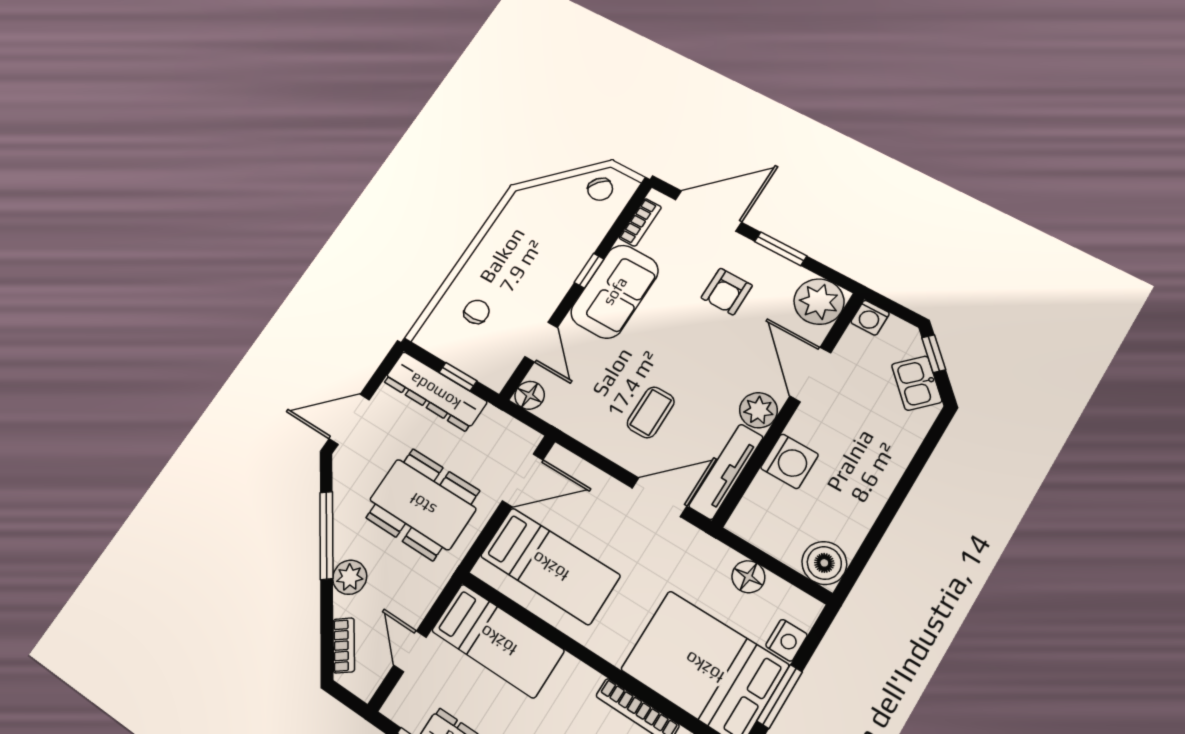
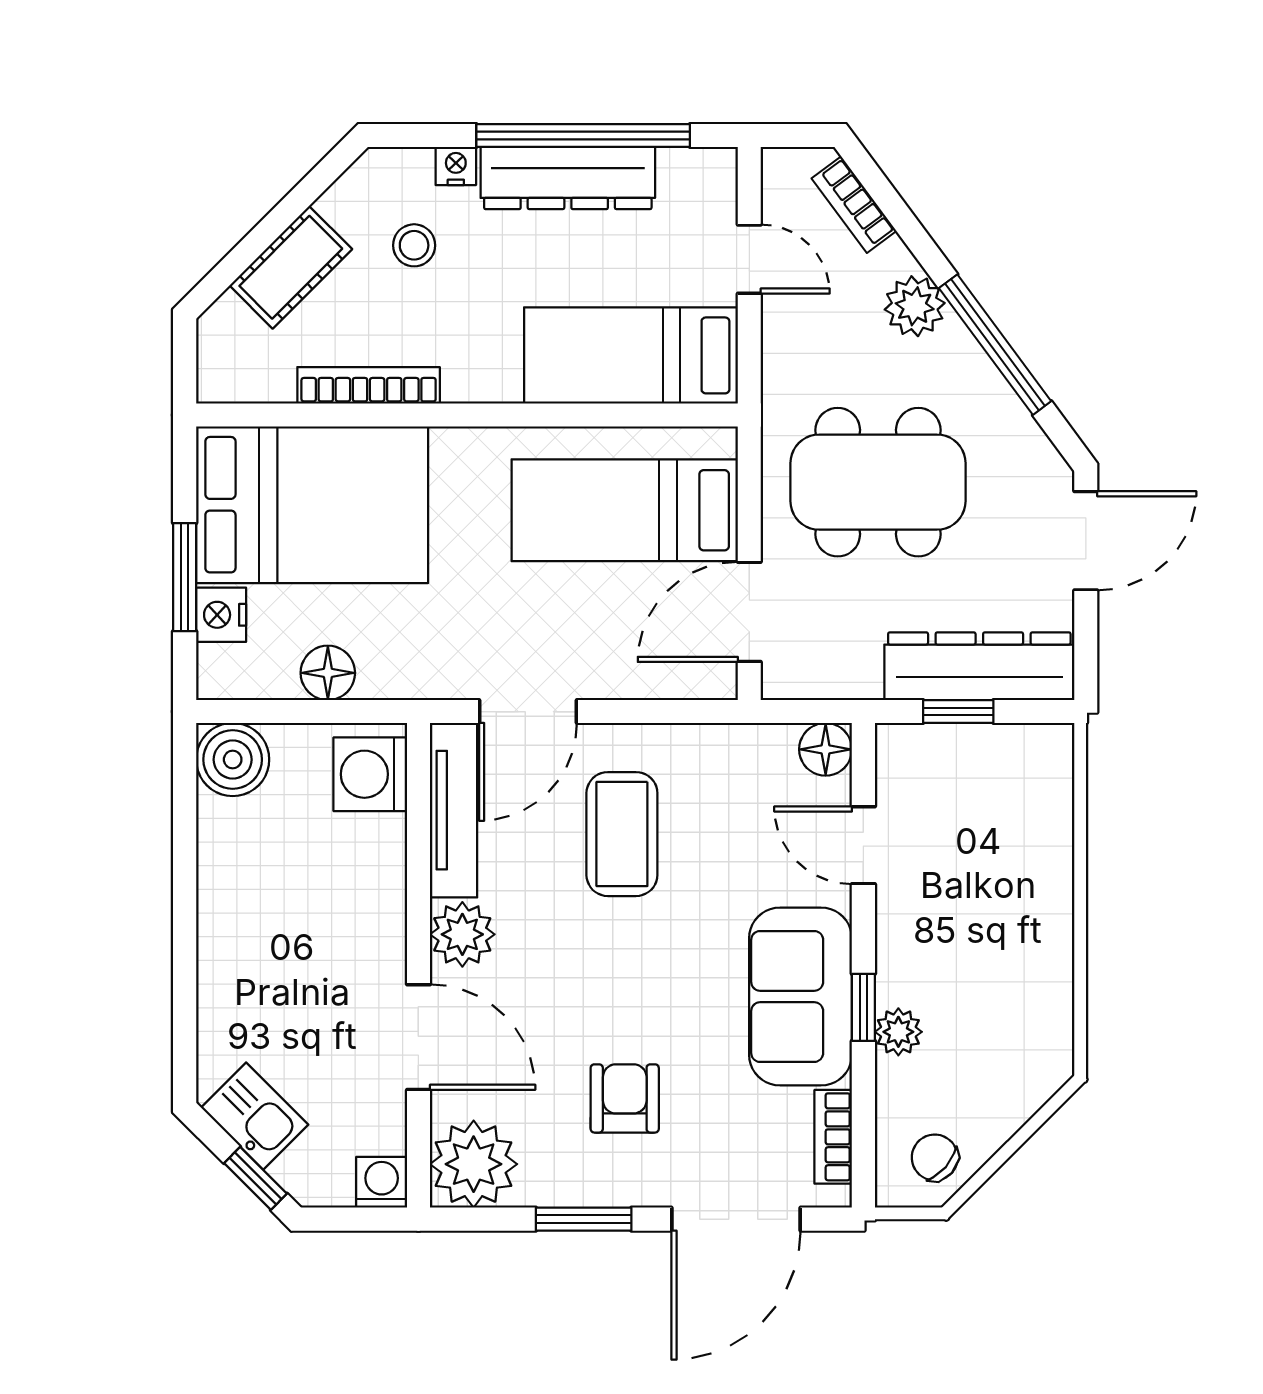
plant: (580, 251) -> (898, 1032), added
chair: (477, 312) -> (1000, 834), removed
coffee table: (651, 412) -> (622, 834), width x1.36, depth x1.30
washing machine: (789, 461) -> (370, 774), moved
window: (780, 696) -> (185, 577), moved

